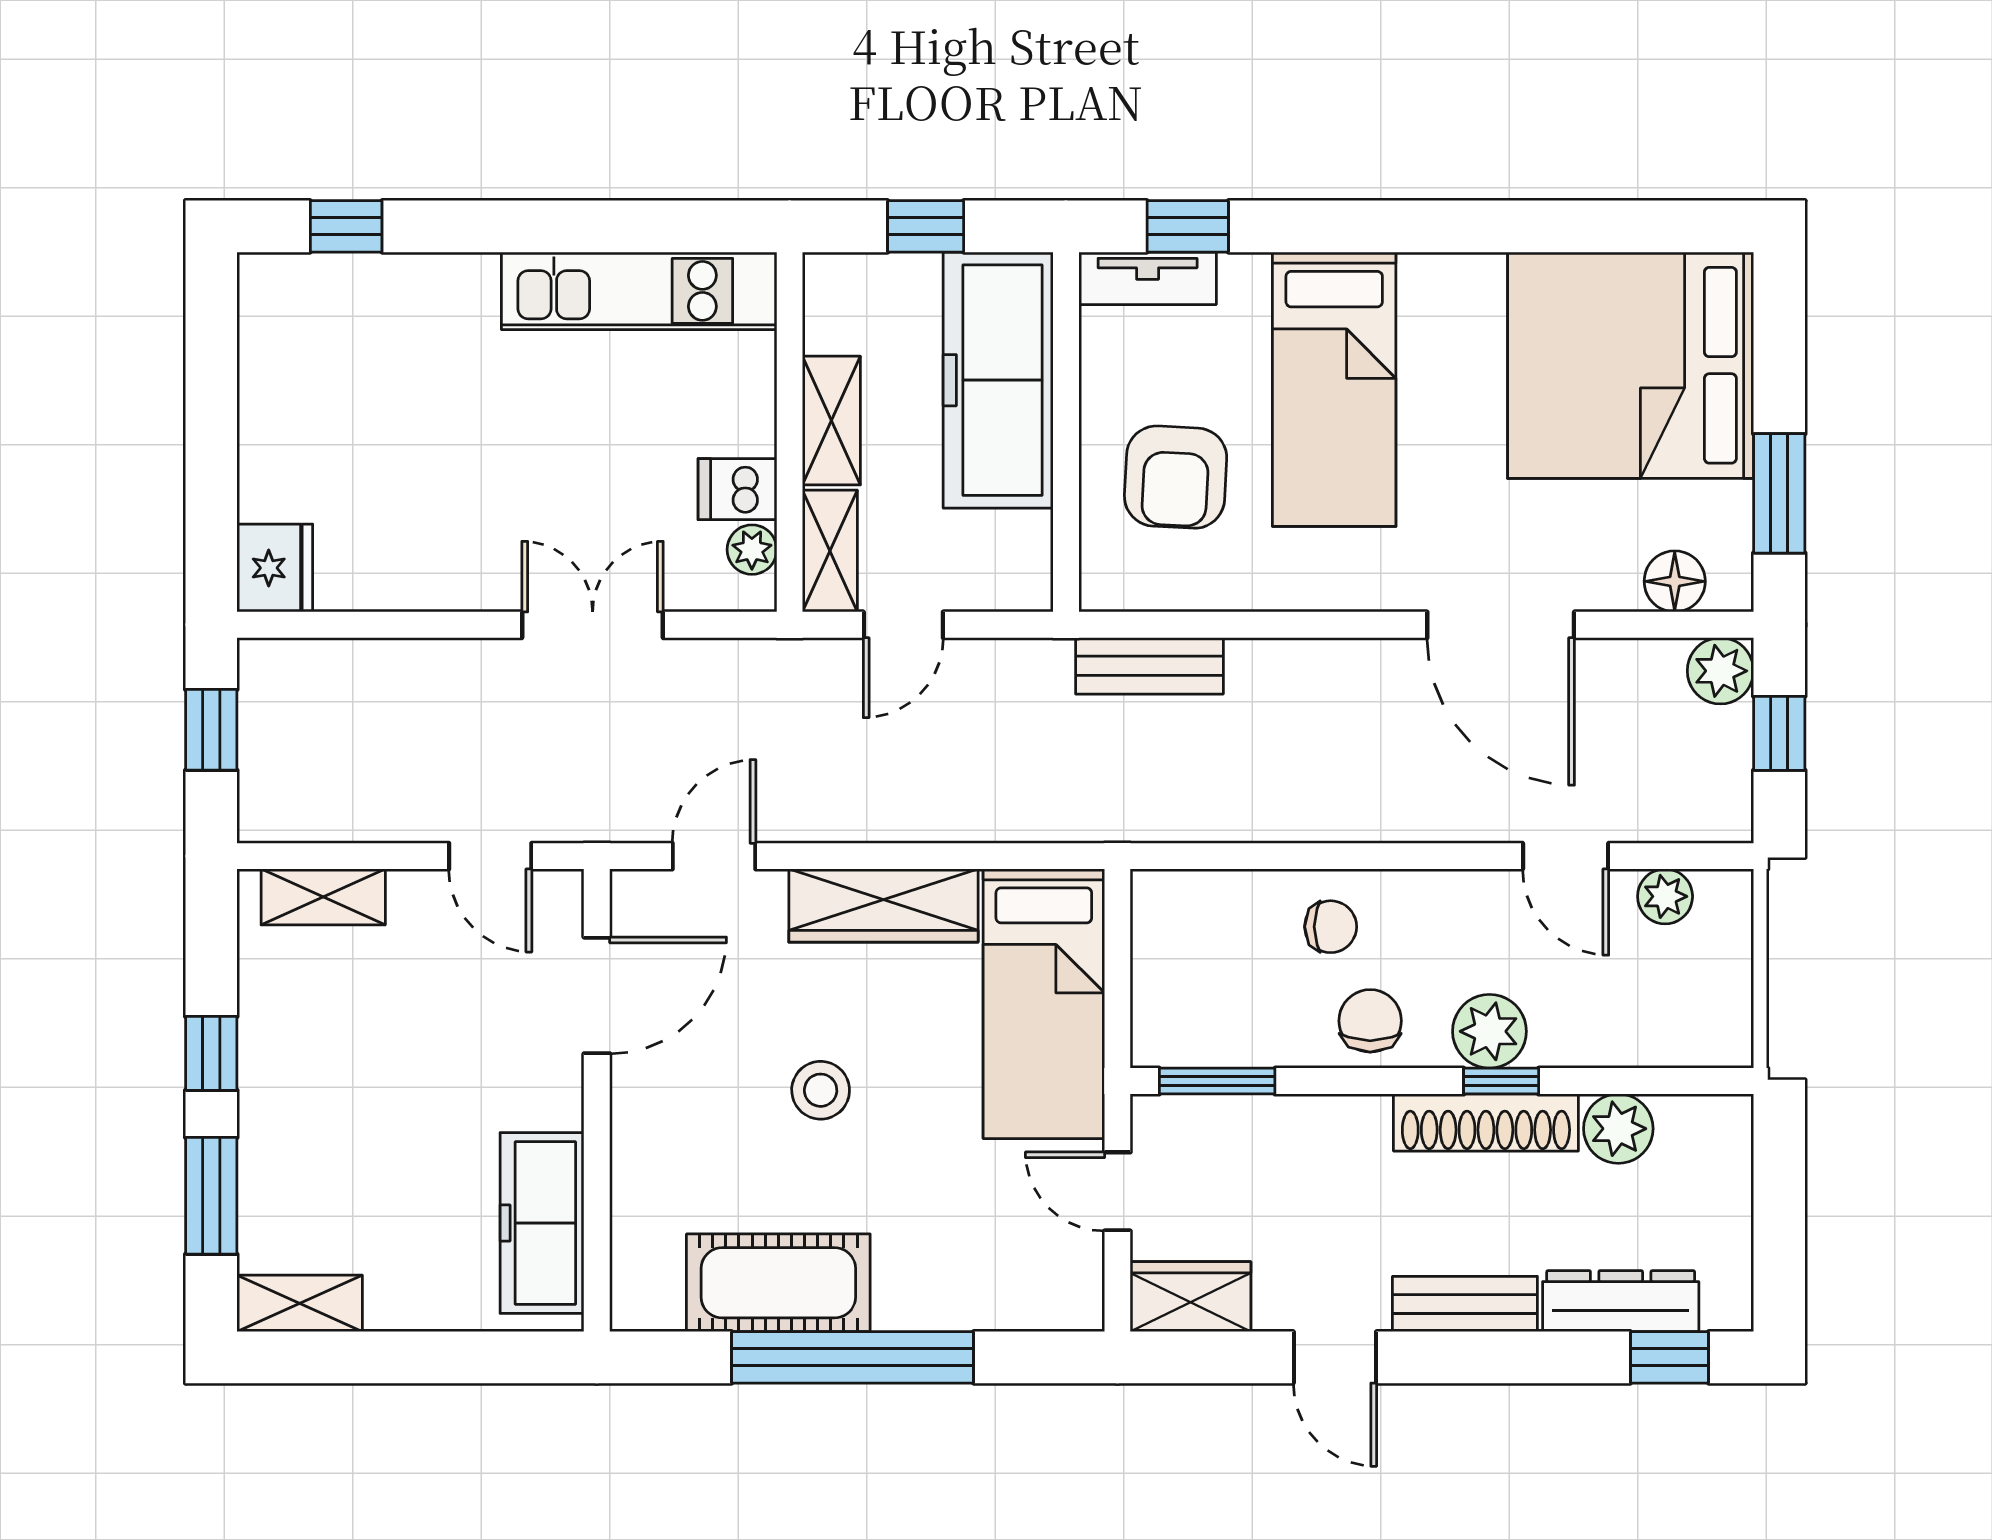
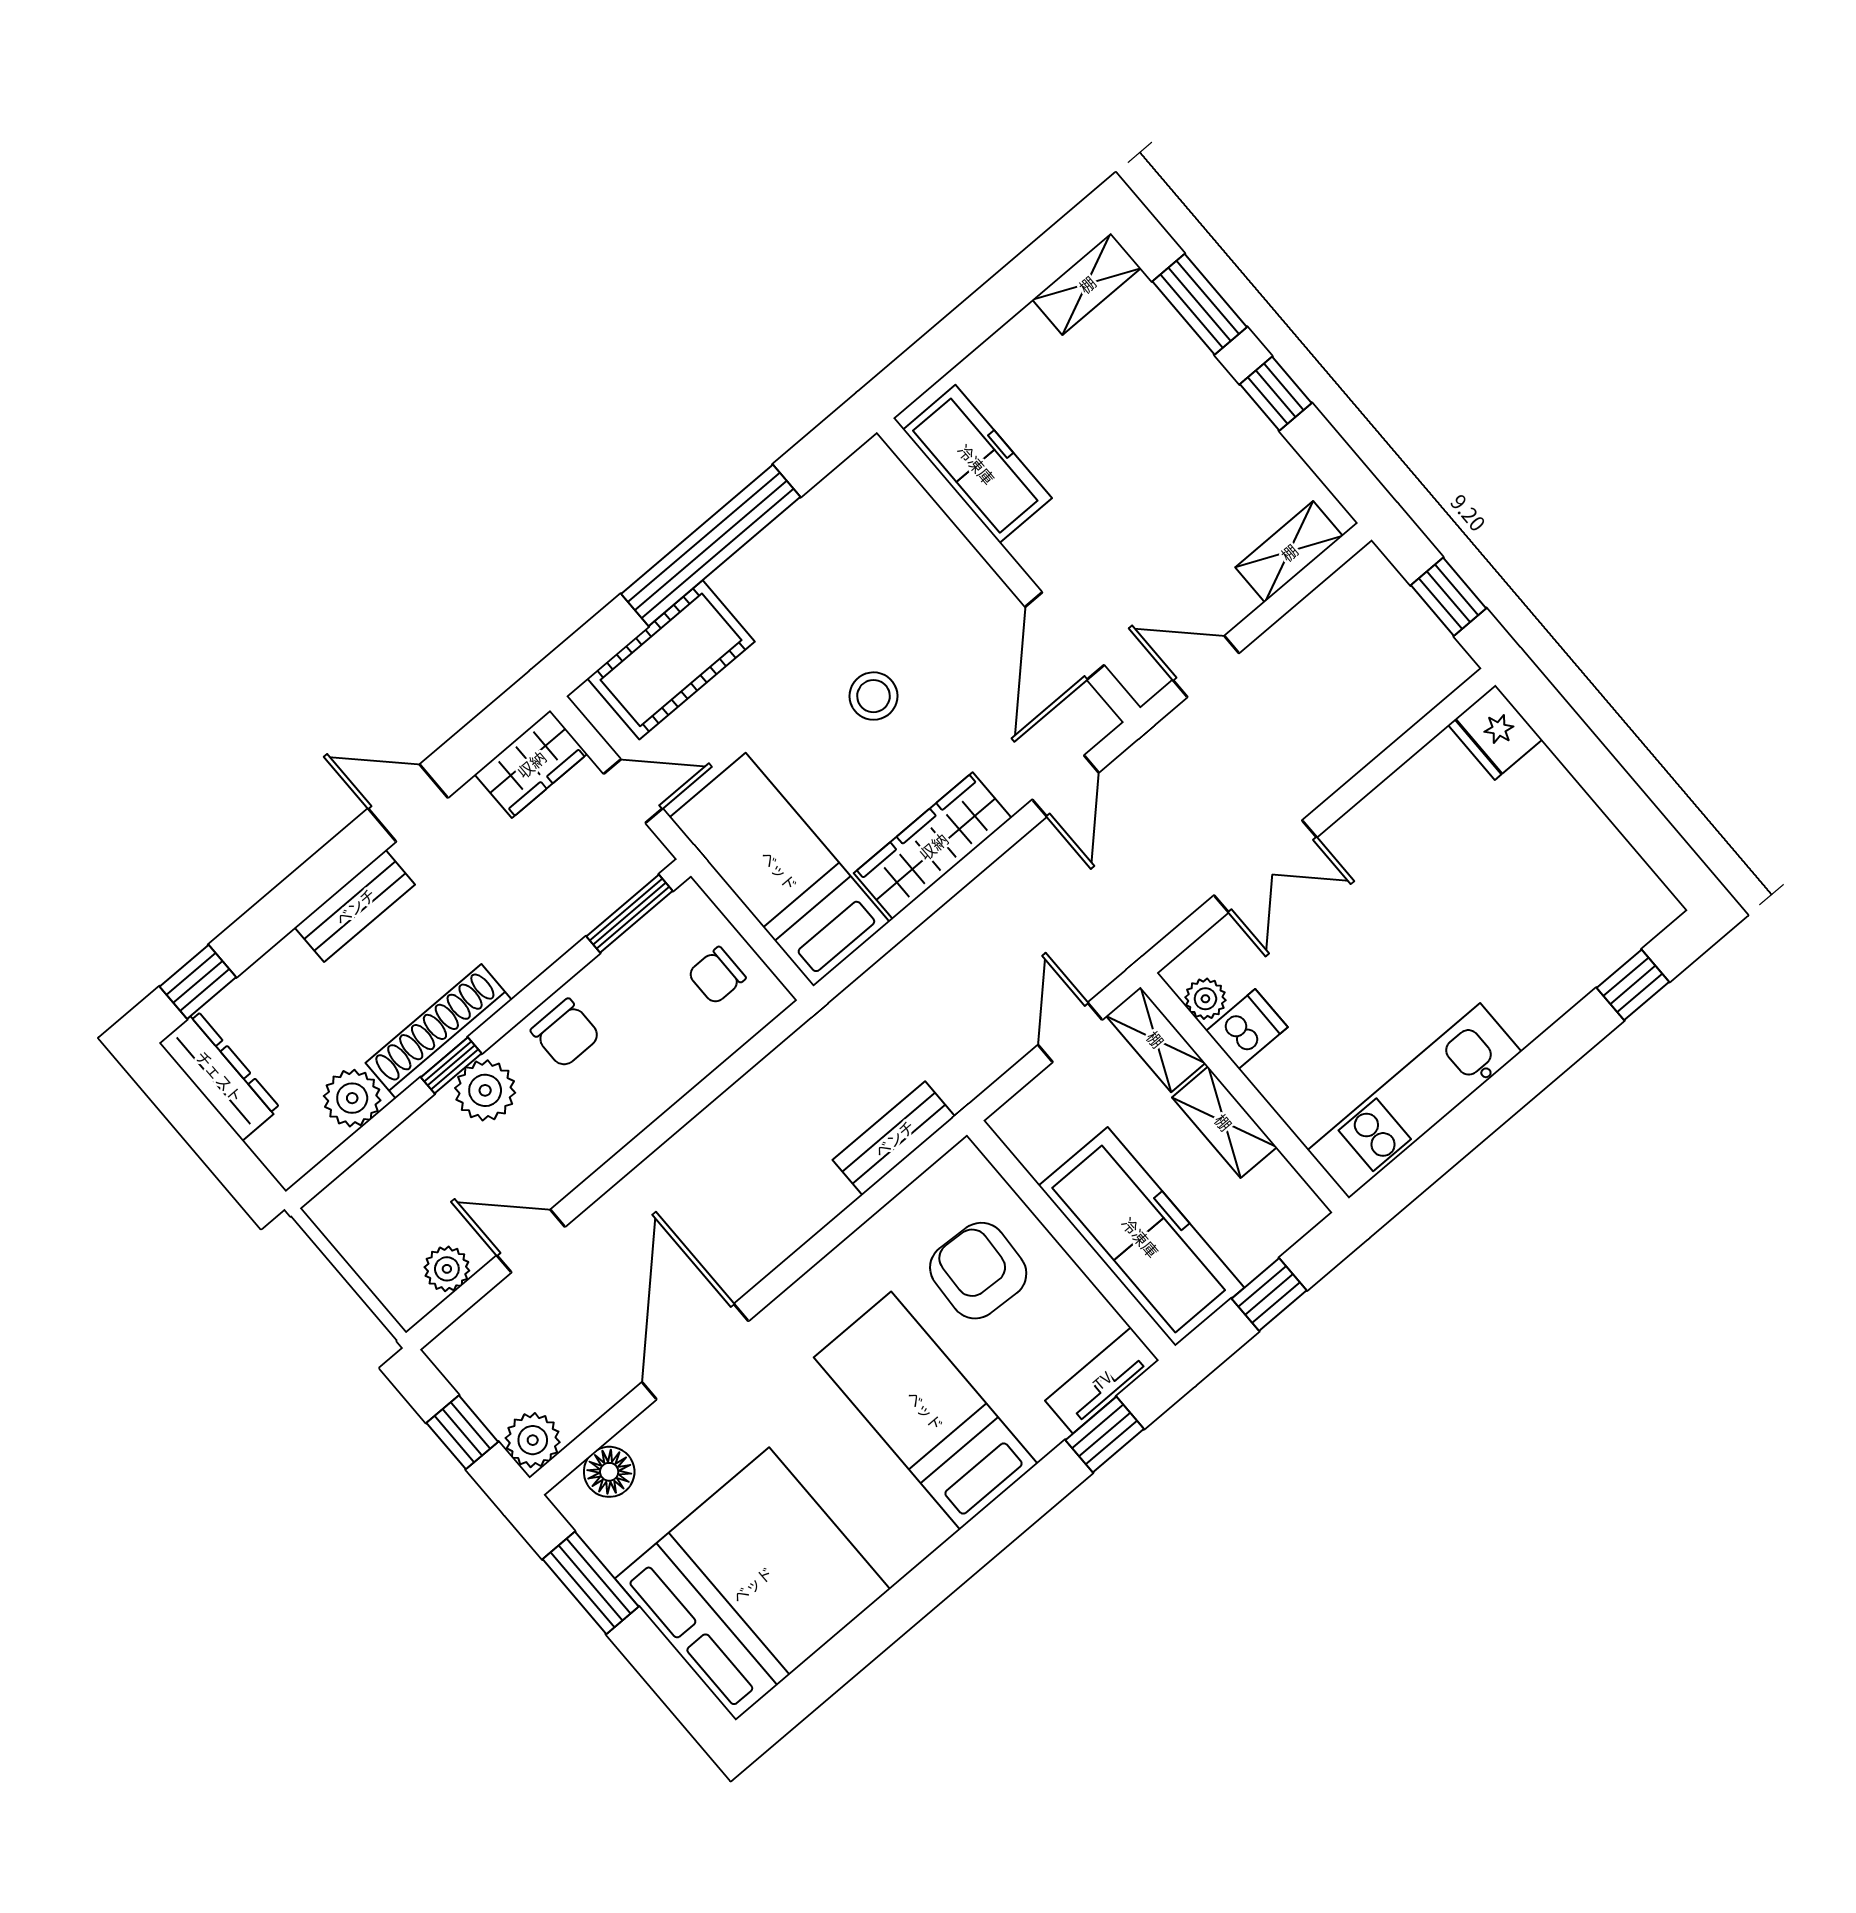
door: (1501, 625) -> (695, 1352), hinge flipped
chair: (1331, 927) -> (717, 976), moved
cot: (778, 1283) -> (671, 660), moved
dresser: (1621, 1301) -> (220, 1076), moved, turned -90

